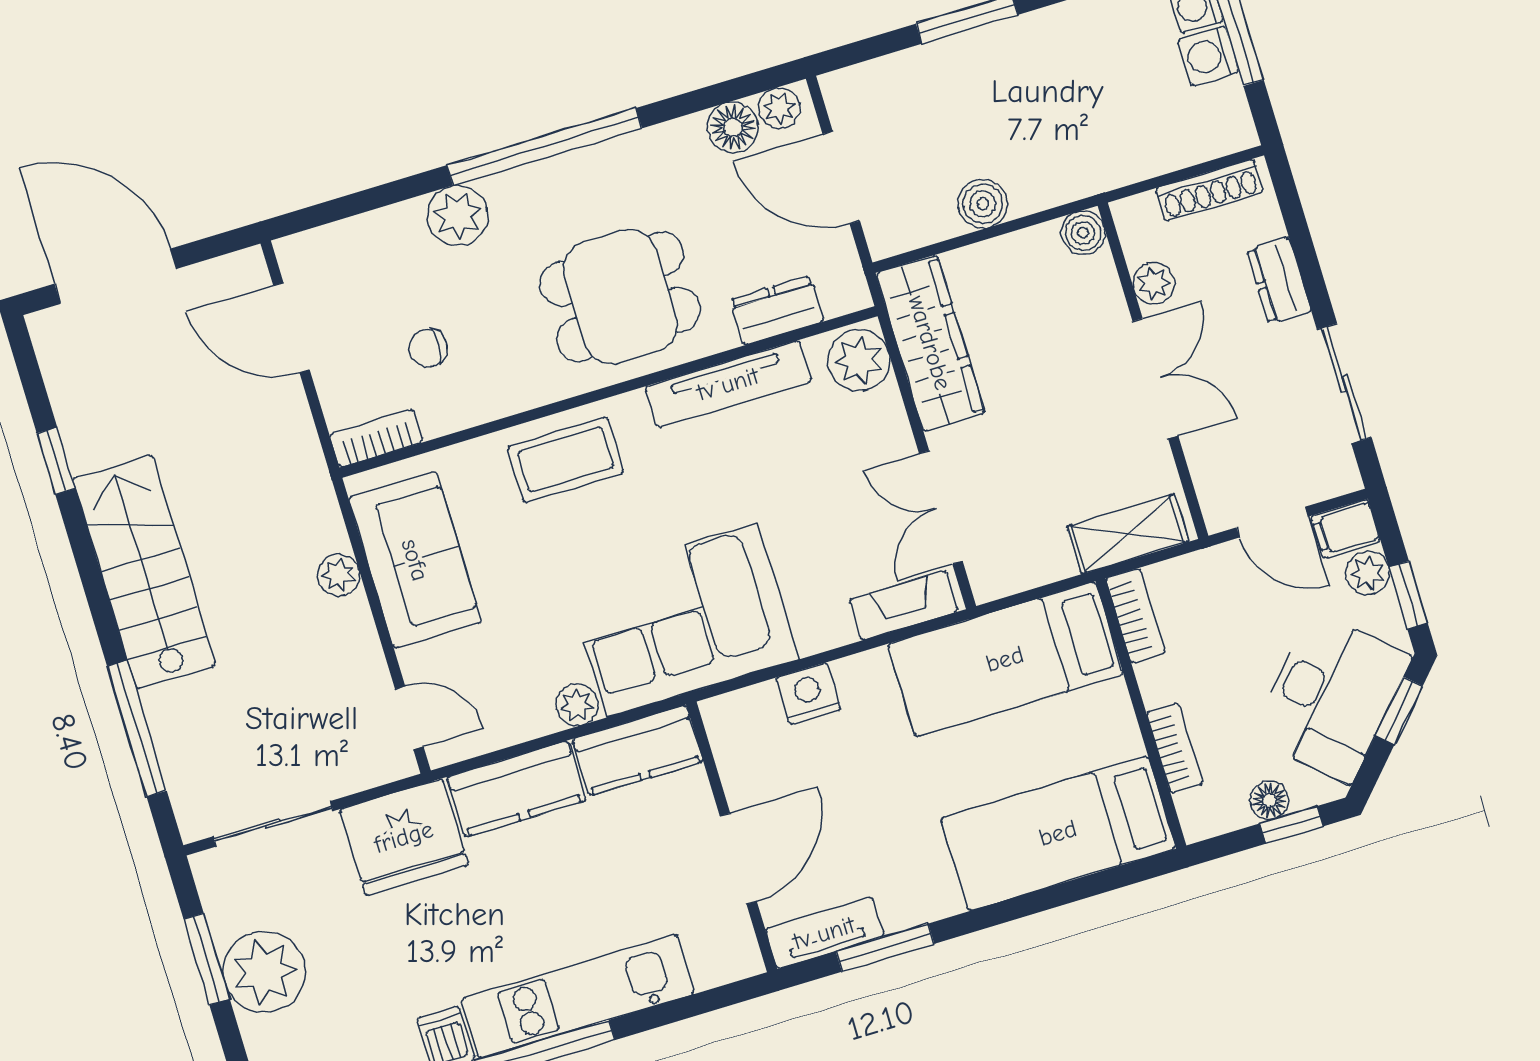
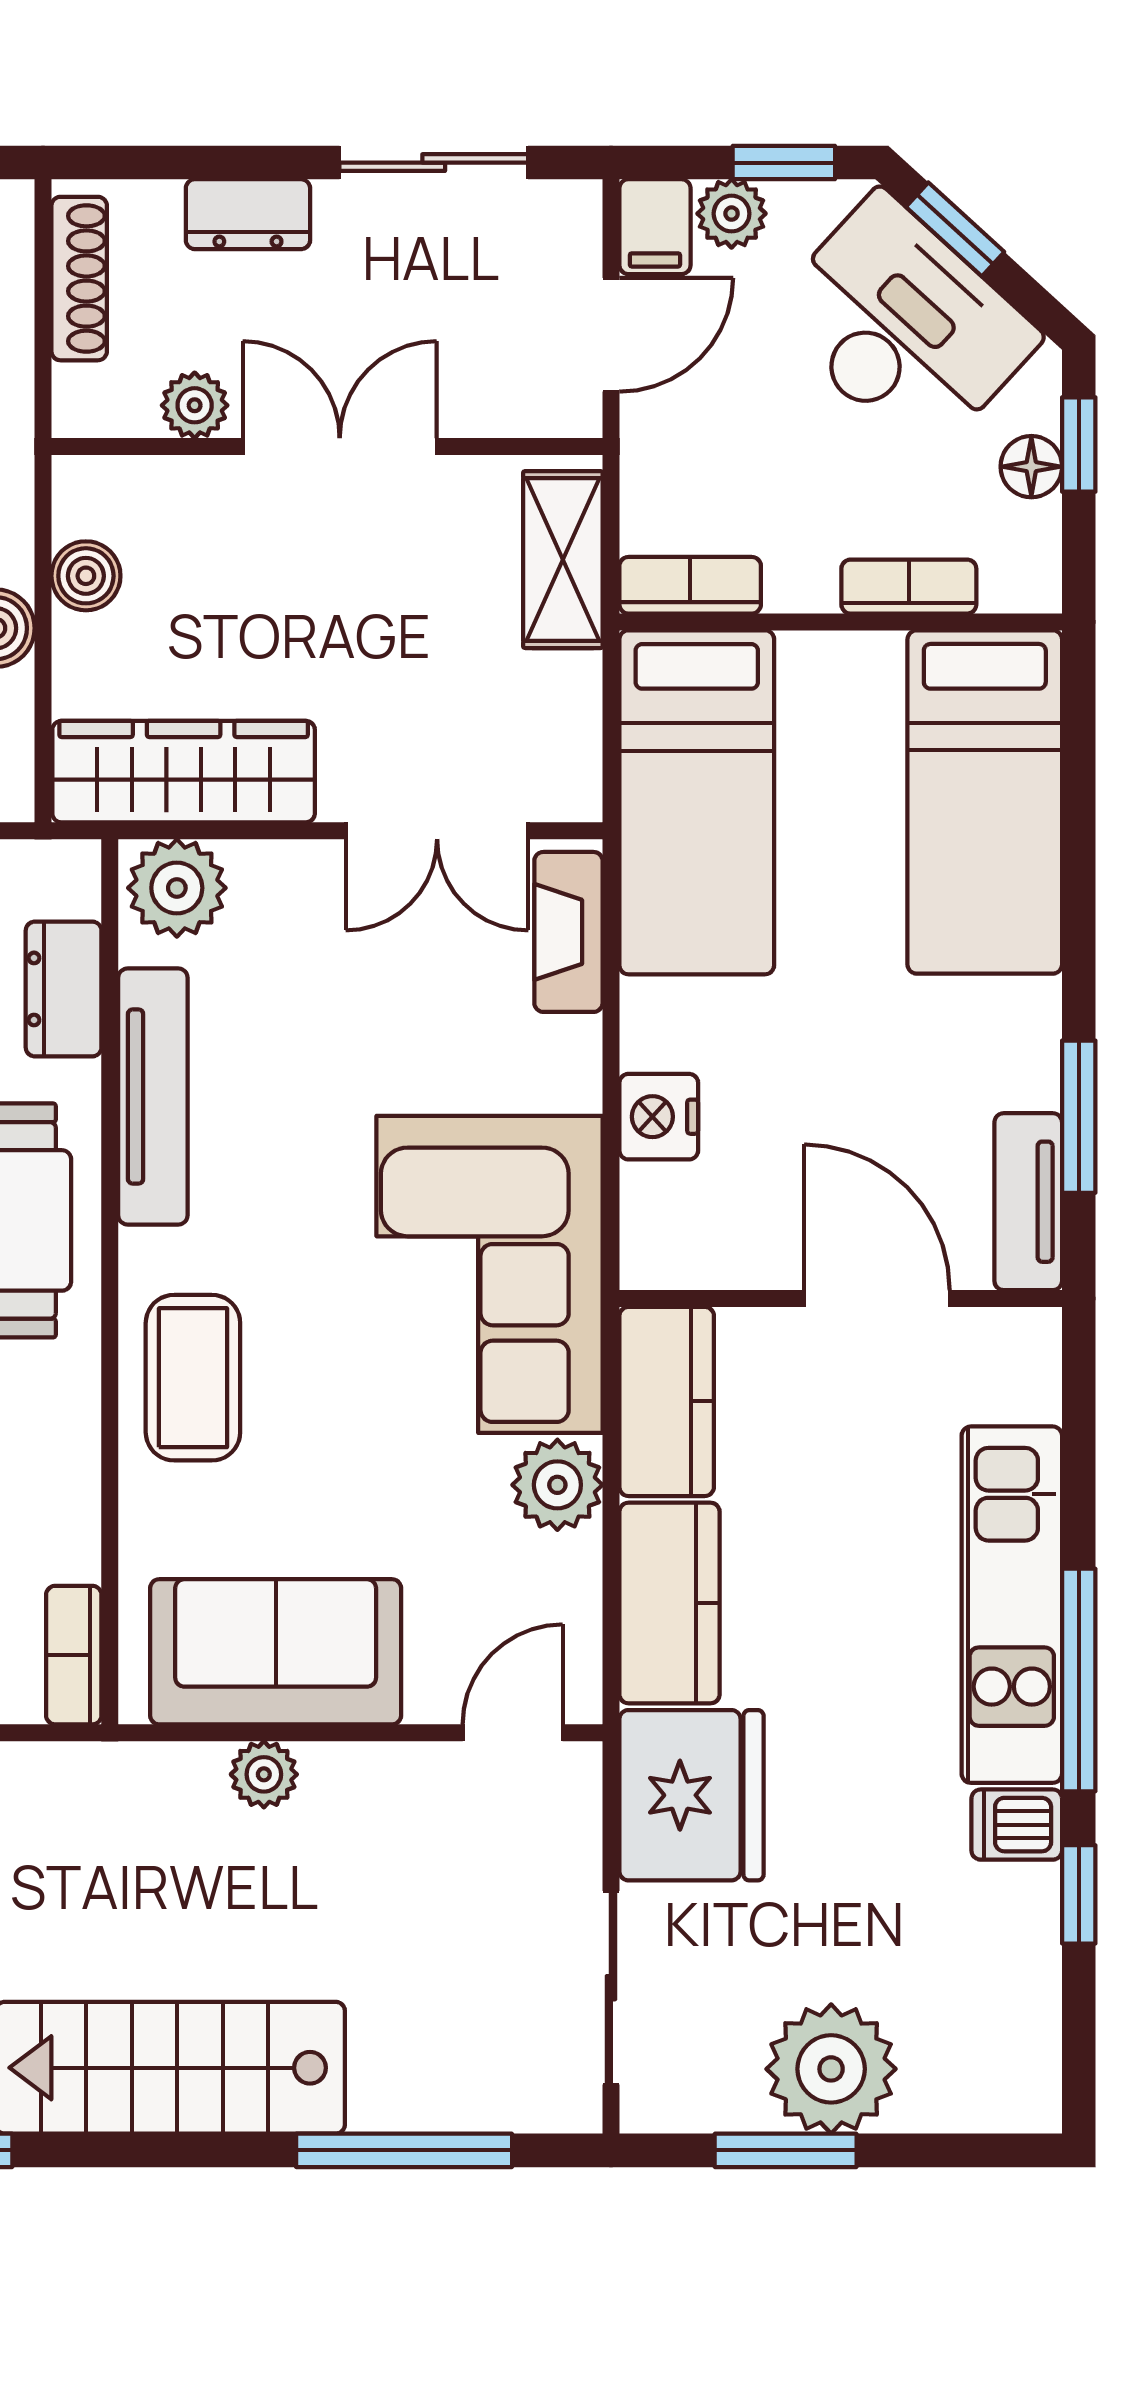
boiler: (1083, 233) -> (86, 576), moved
plant: (577, 705) -> (557, 1485), width x1.38, depth x1.38

